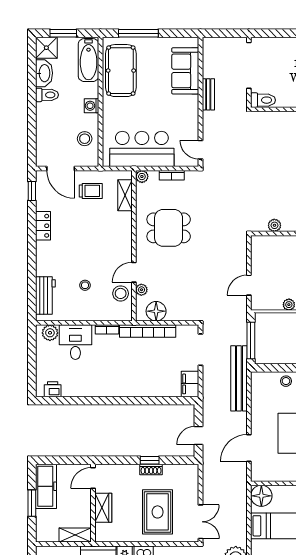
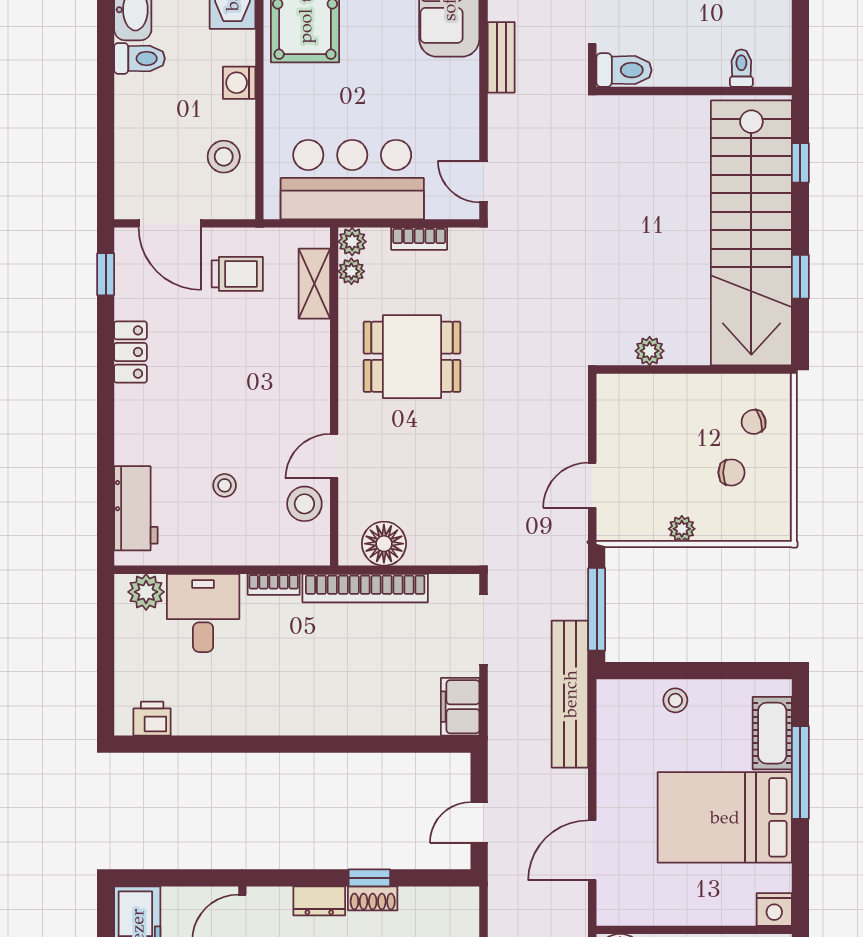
plant: (141, 290) -> (351, 271), moved
dresser: (127, 471) -> (319, 901), added

